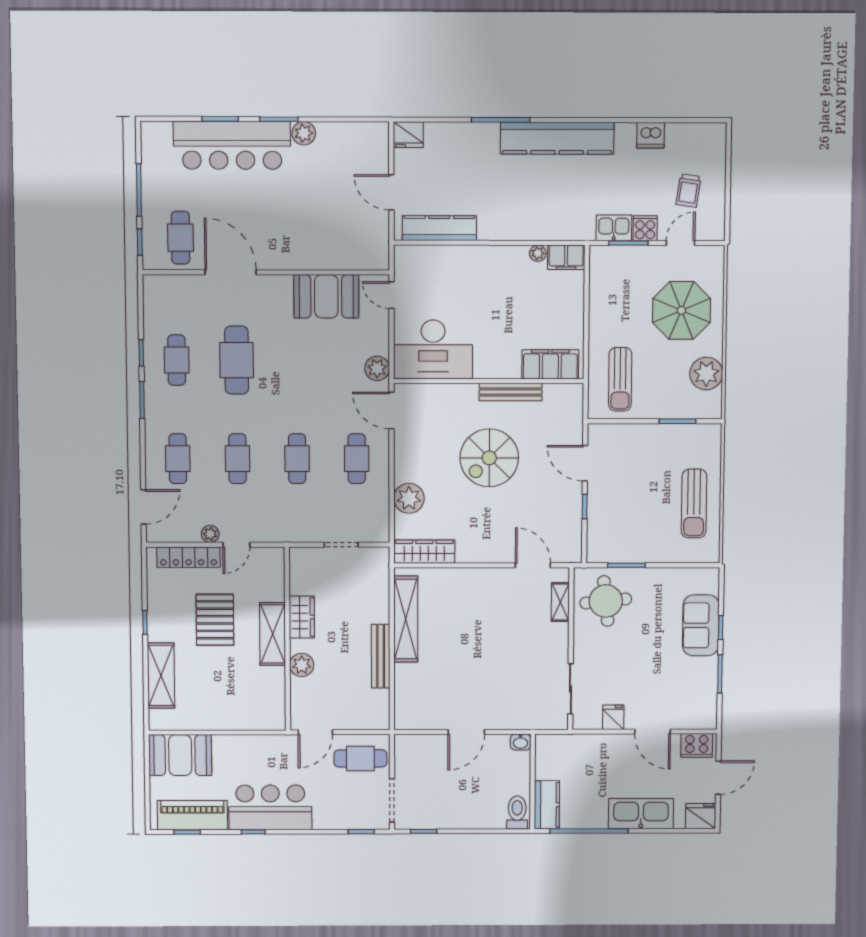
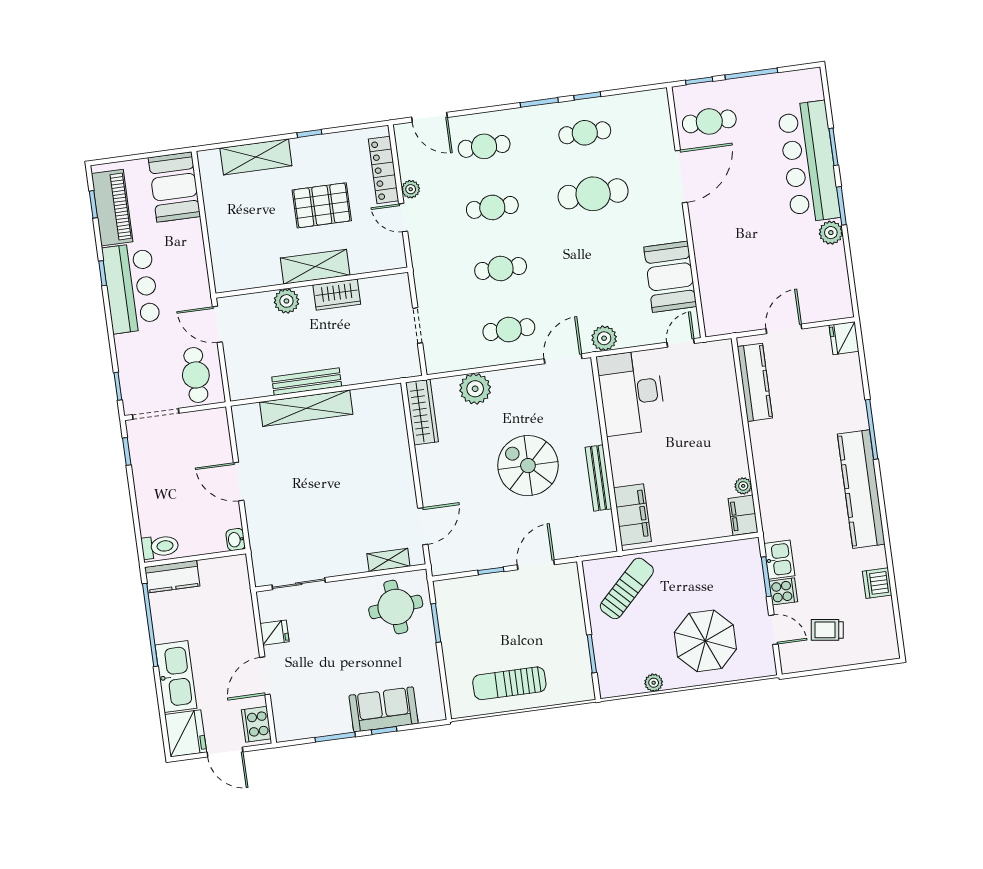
plant: (706, 374) -> (654, 683), width x0.53, depth x0.53
sun lounger: (620, 379) -> (627, 588), turned 135
shelving: (406, 619) -> (306, 408), moved
fridge: (701, 816) -> (186, 733), width x1.36, depth x1.34

